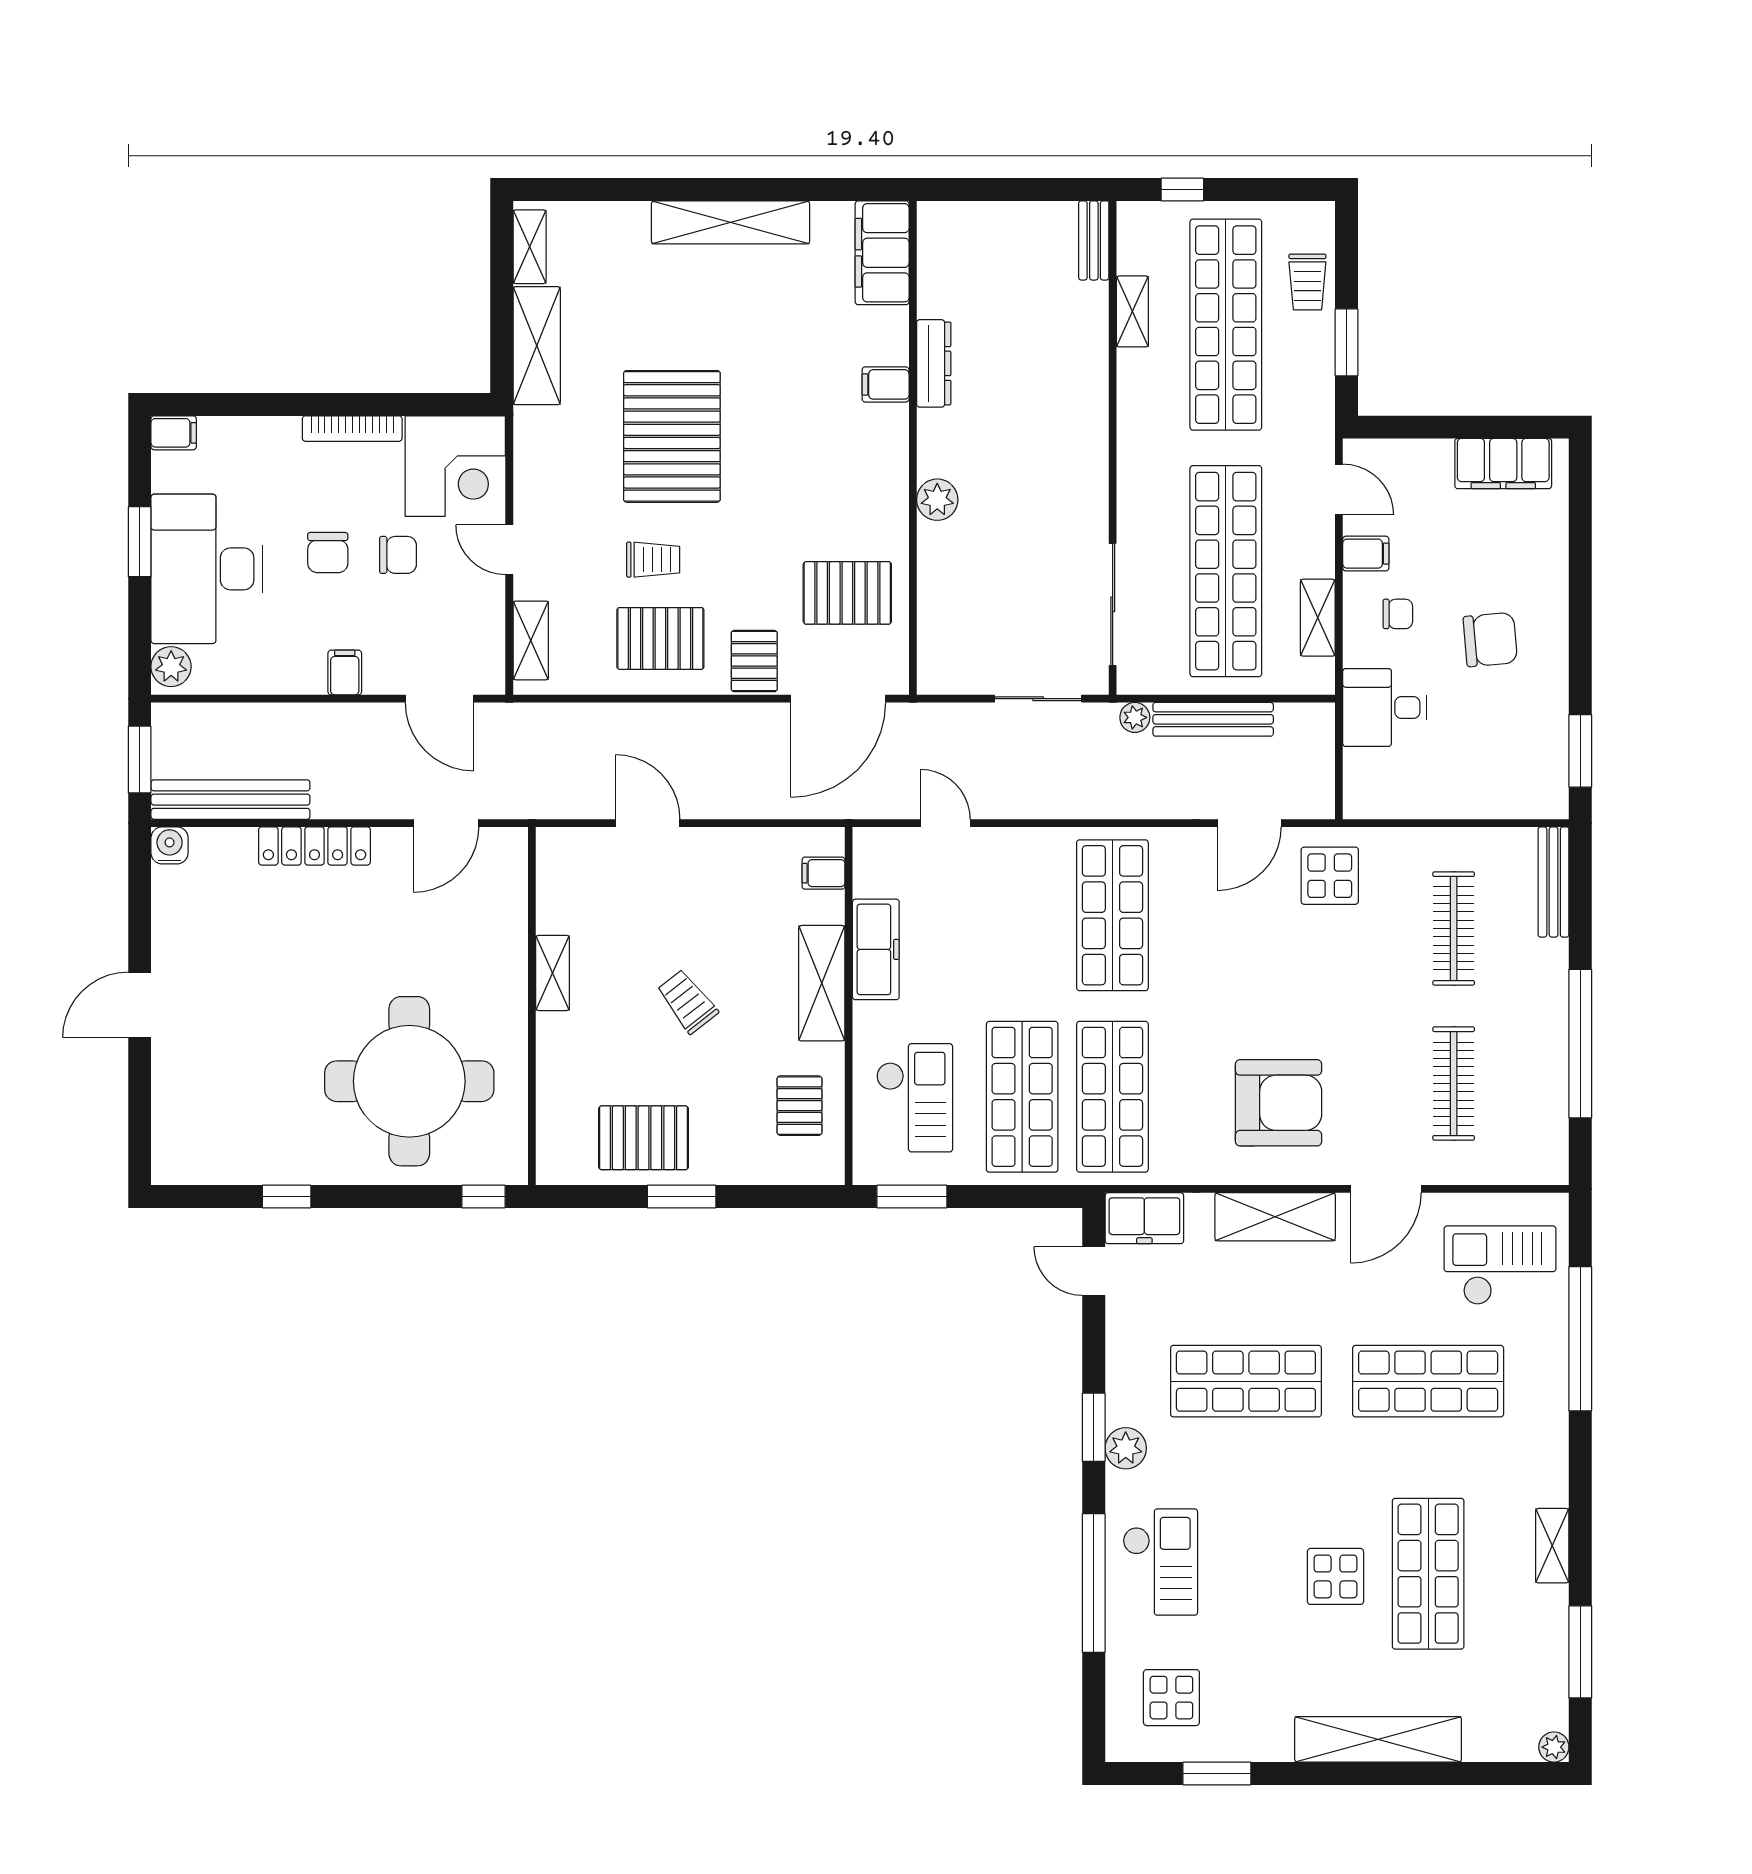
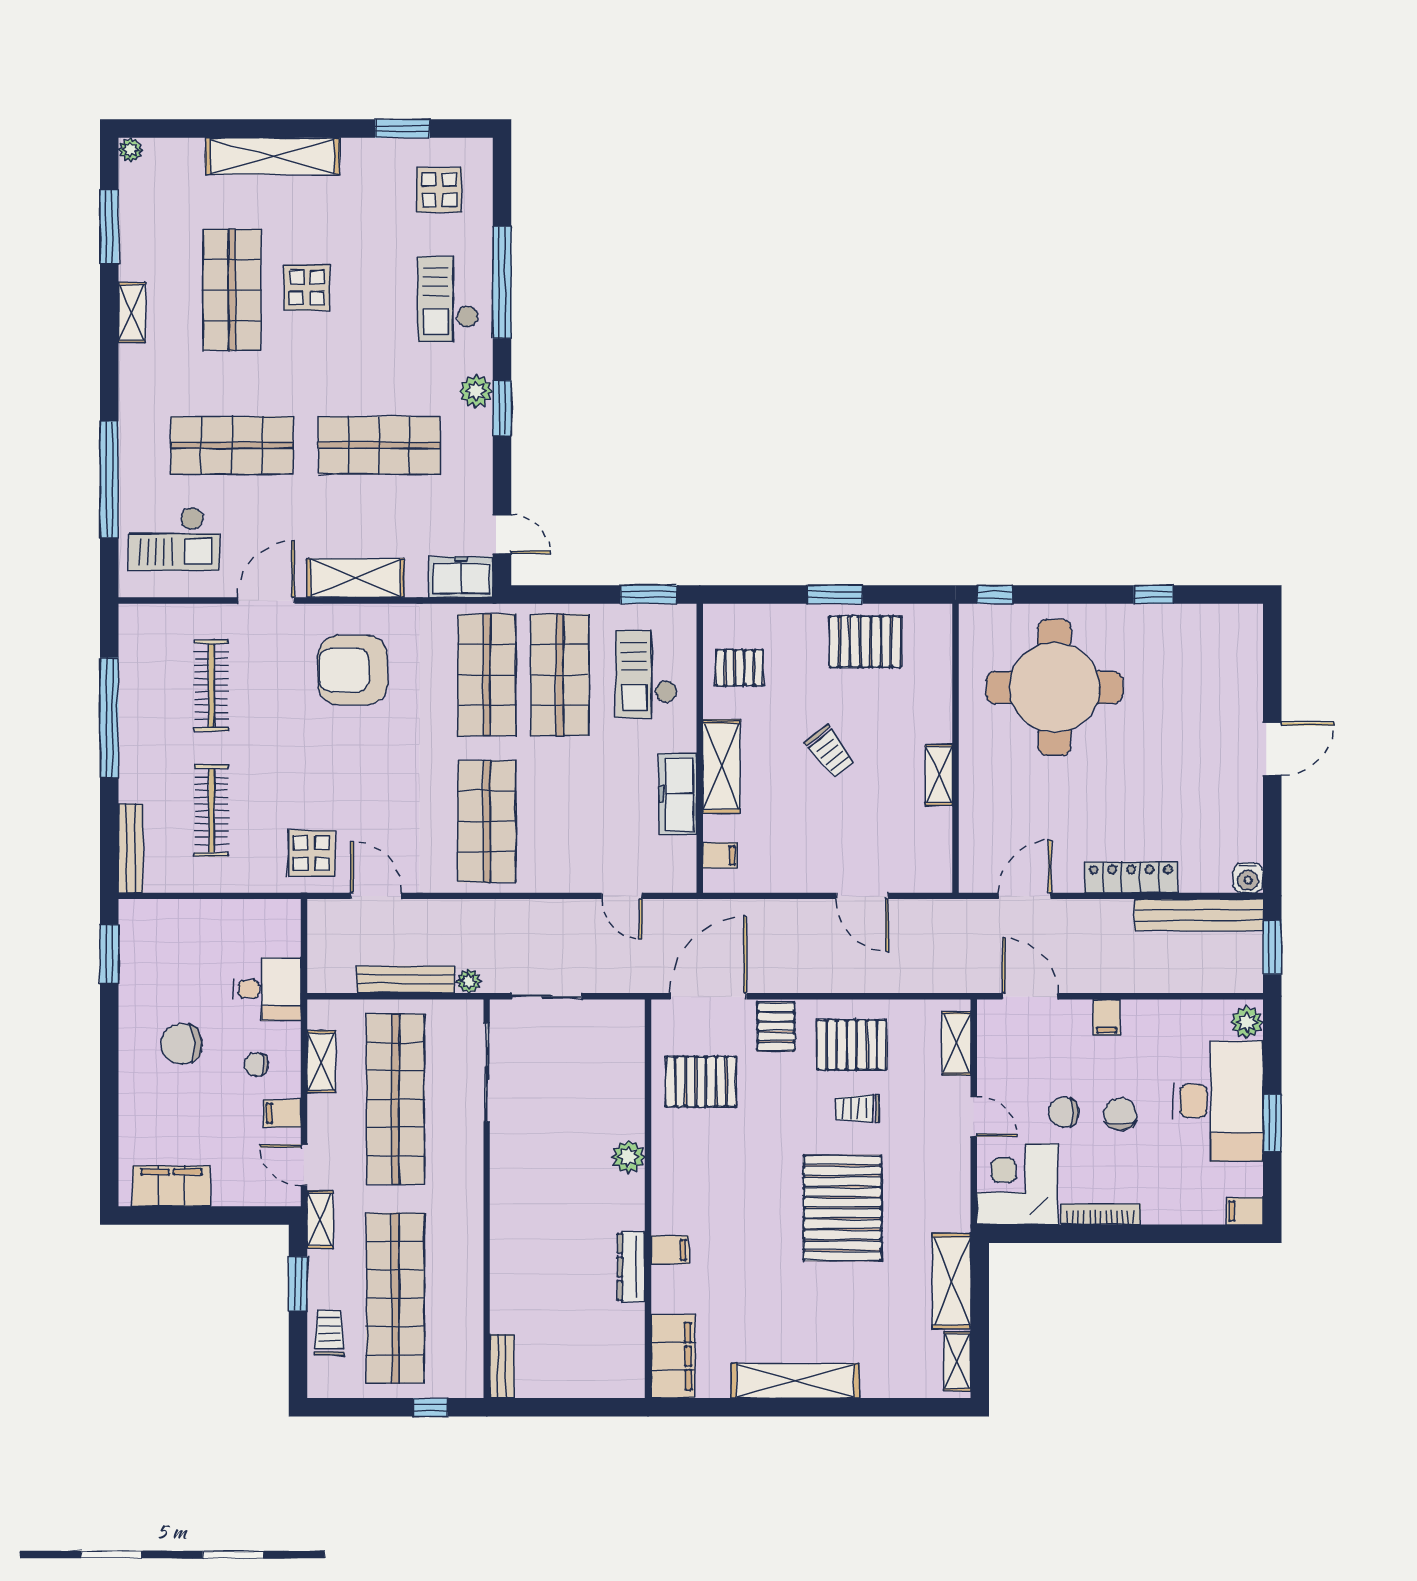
shelving: (1132, 311) -> (320, 1219), moved
door: (1249, 823) -> (376, 896), hinge flipped
pallet: (799, 1106) -> (739, 668), turned 90

